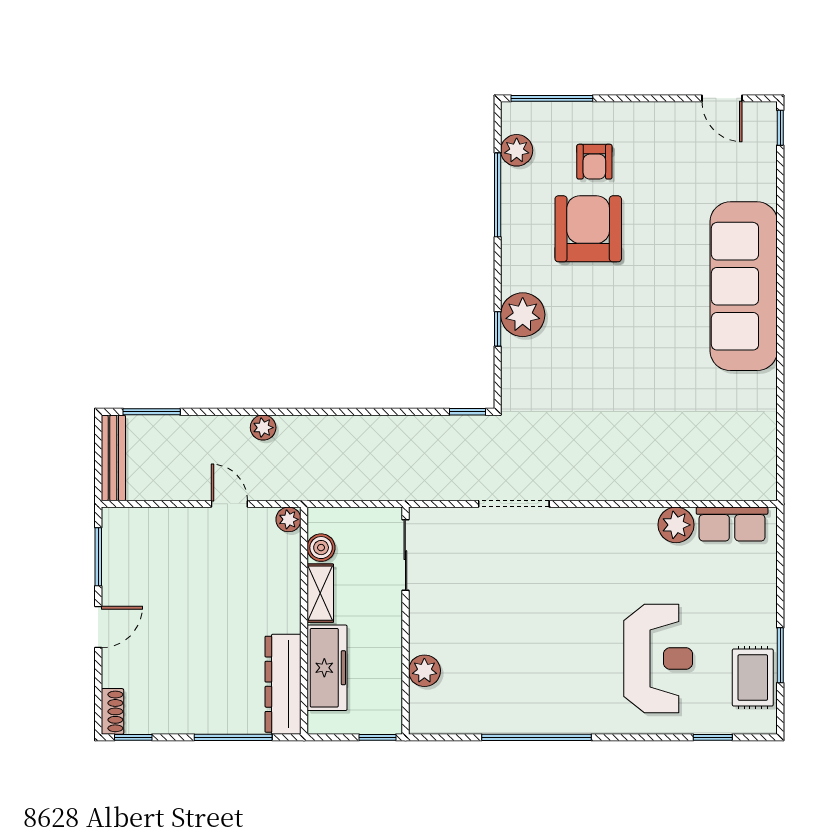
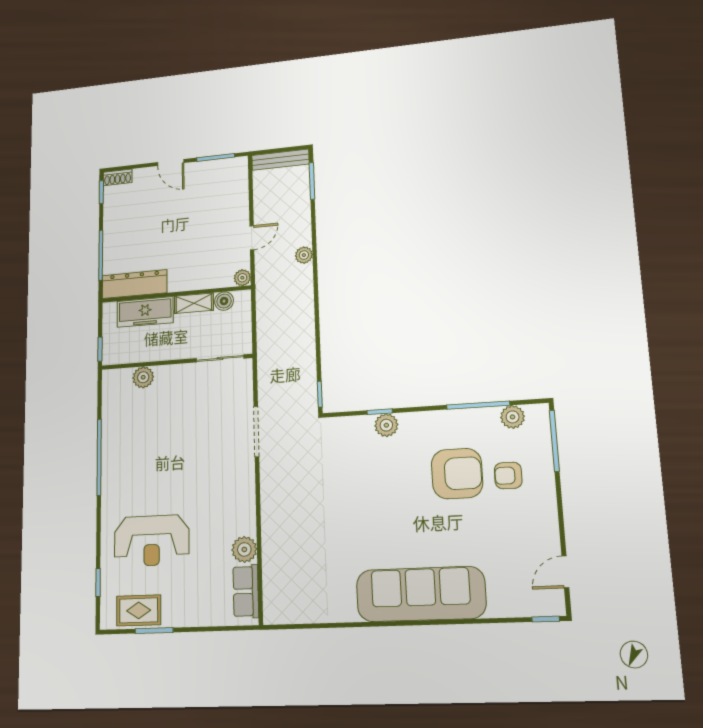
plant: (523, 315) -> (386, 425), width x0.73, depth x0.73

